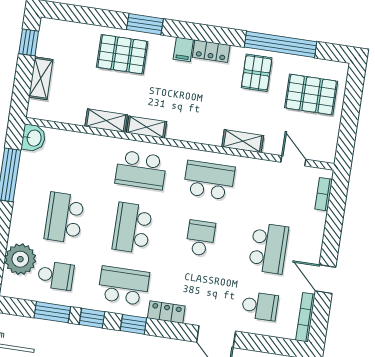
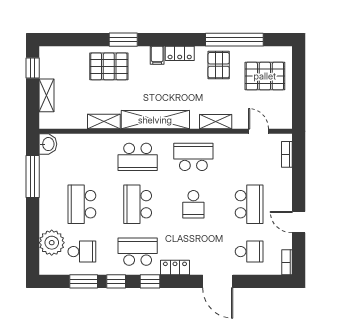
shelving: (146, 127) -> (155, 120), width x2.20, depth x1.33
school desk: (200, 238) -> (193, 204), turned 180
bookcase: (305, 317) -> (287, 262), width x0.64

